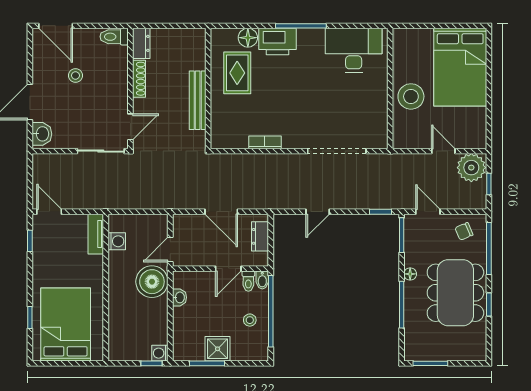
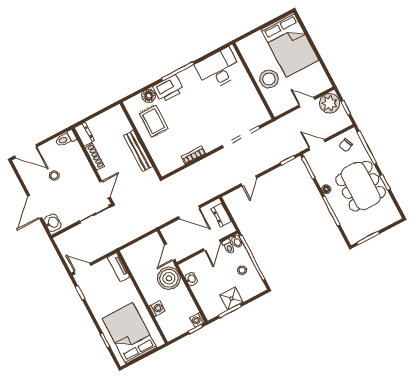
washing machine: (117, 241) -> (157, 309), moved

